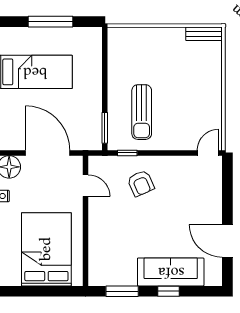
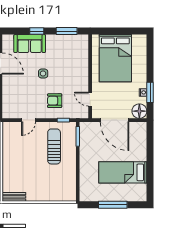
door: (208, 153) -> (28, 120), moved
armchair: (141, 183) -> (55, 101), turned -66
side table: (159, 225) -> (43, 74), added
sofa: (171, 272) -> (30, 44), width x0.73

